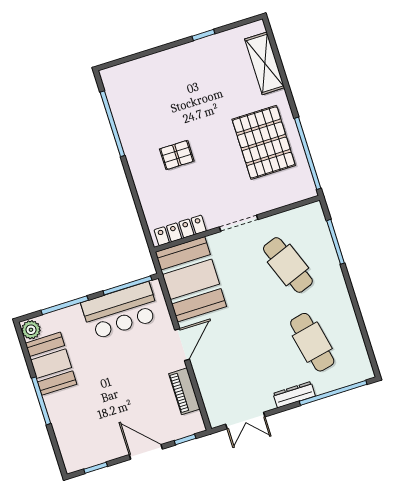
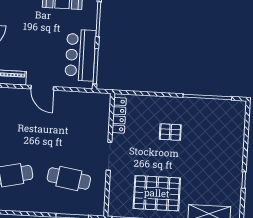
pallet: (177, 155) -> (170, 132), turned 90
cafe table: (288, 265) -> (69, 178), turned 30
booth: (191, 279) -> (84, 110), removed

